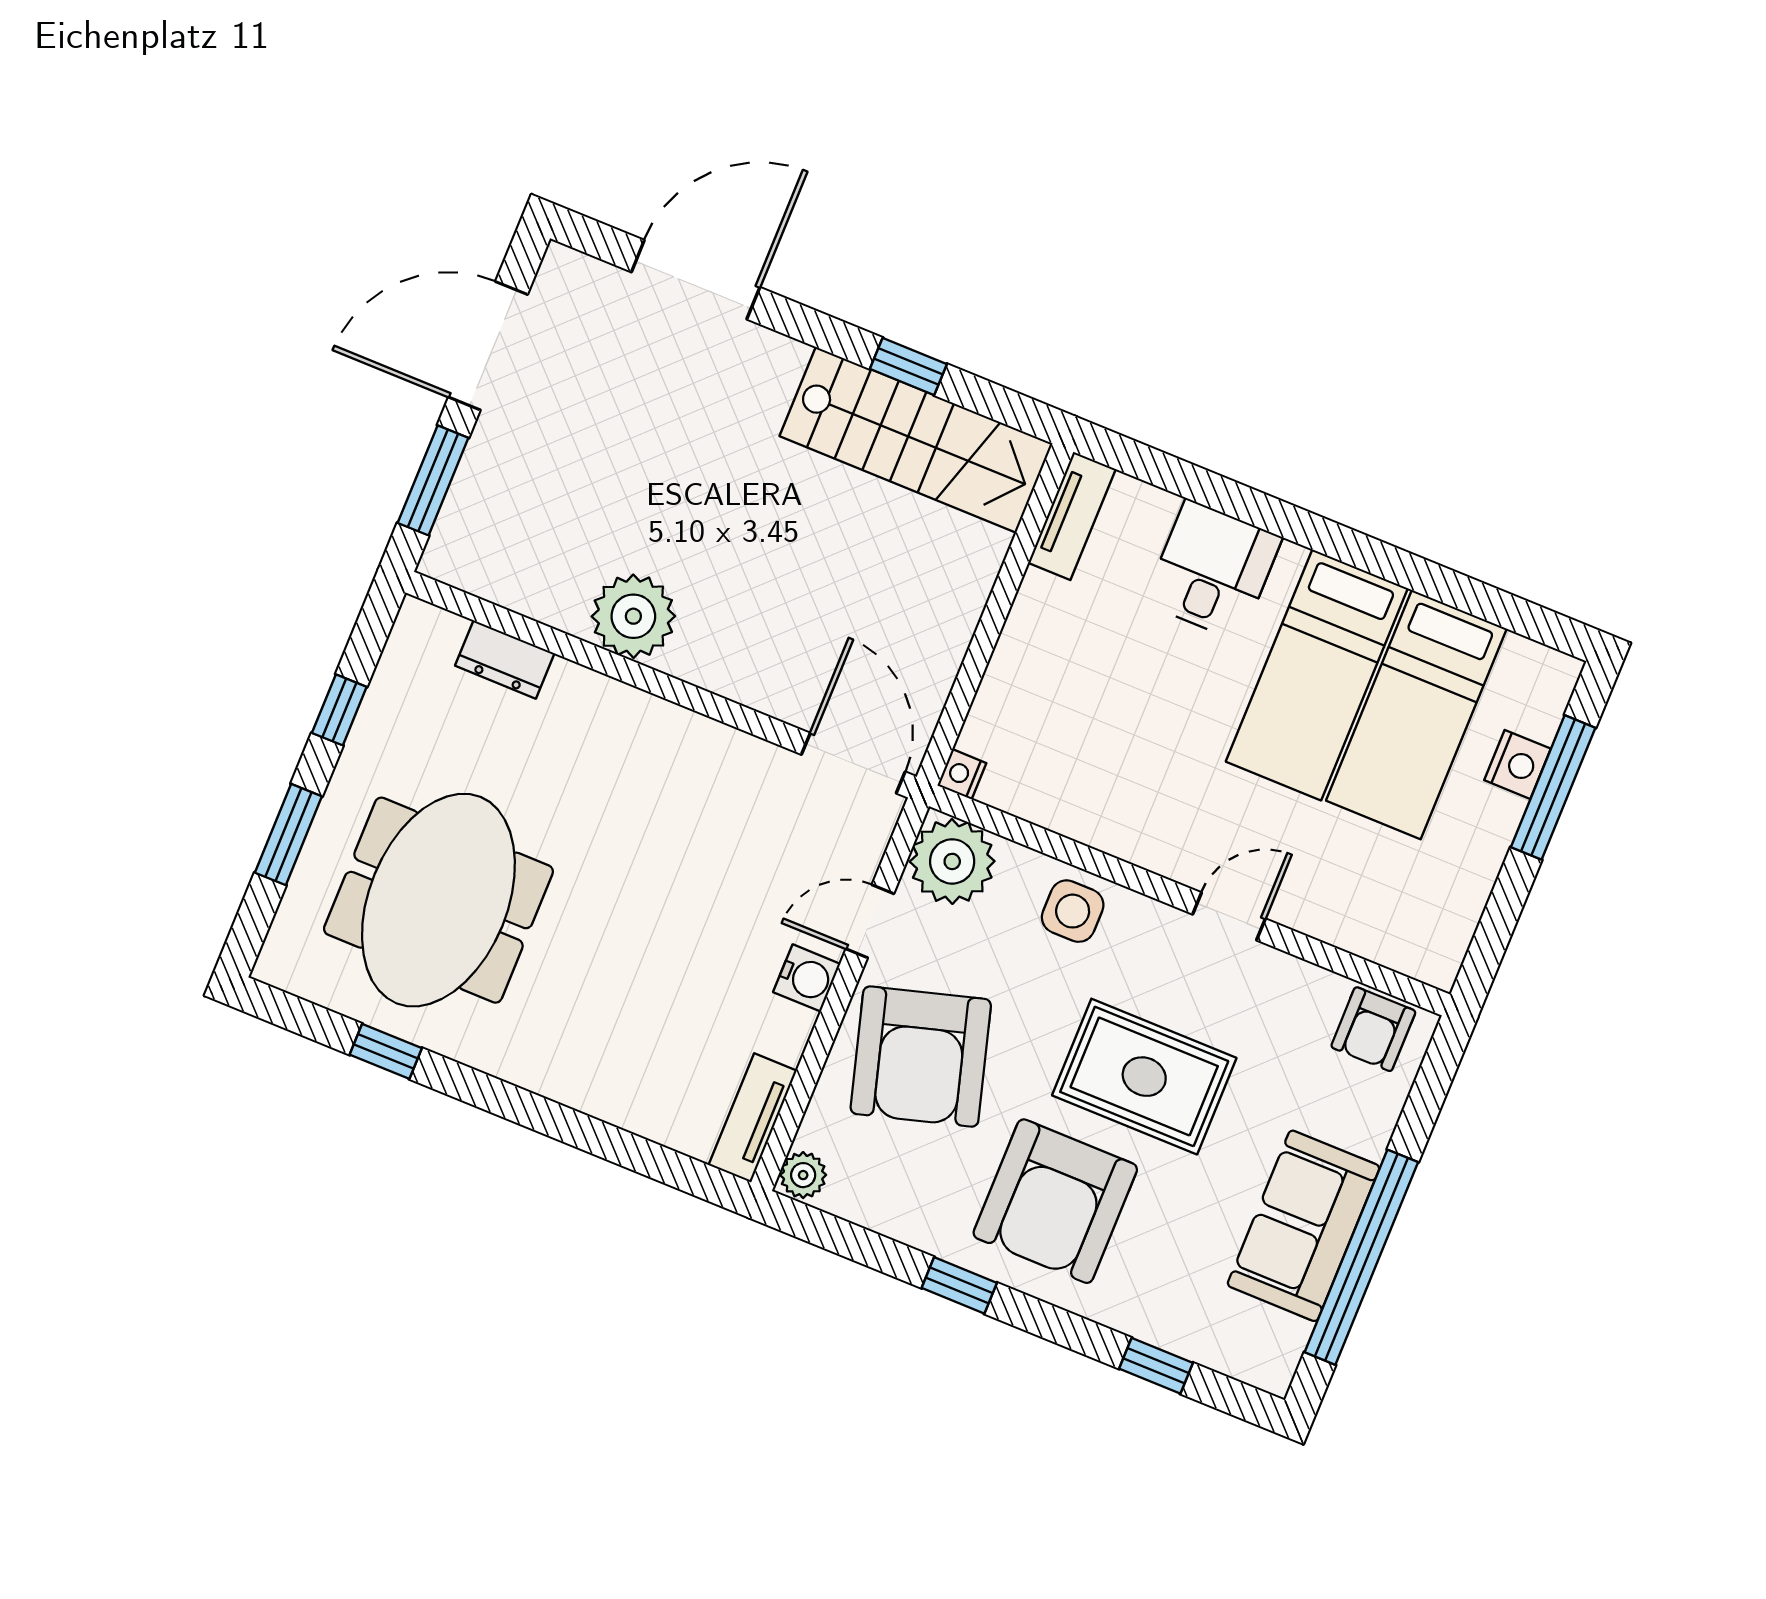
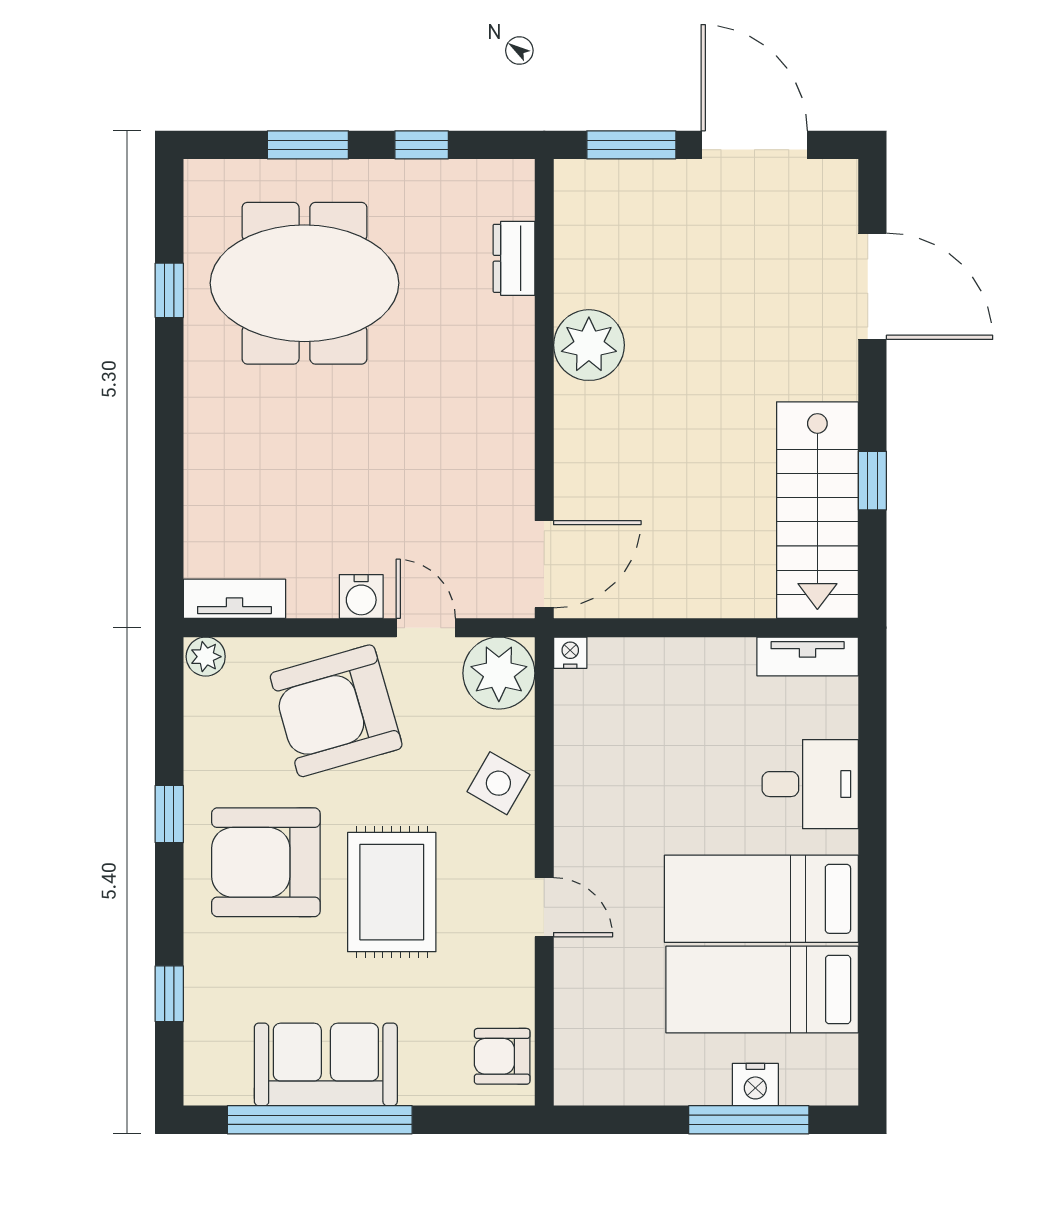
side table: (1073, 911) -> (498, 783), turned 30

